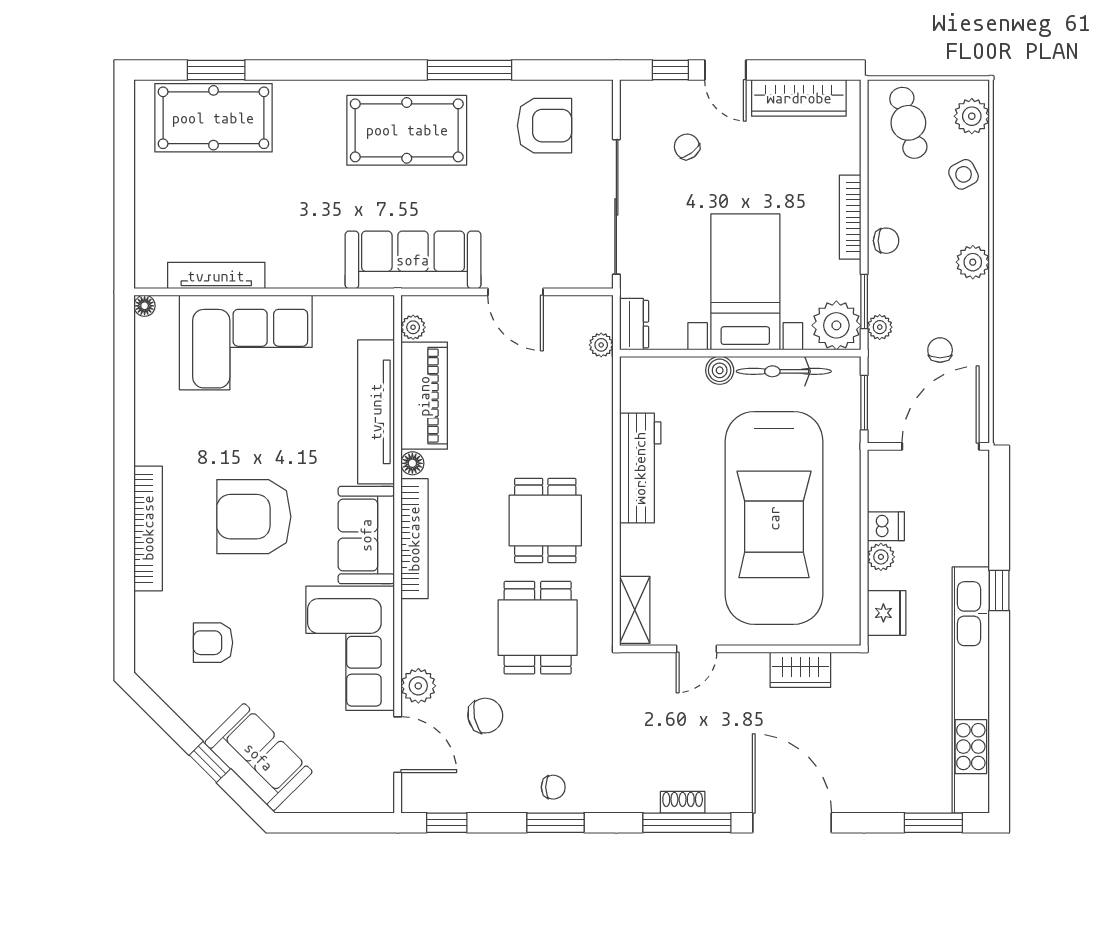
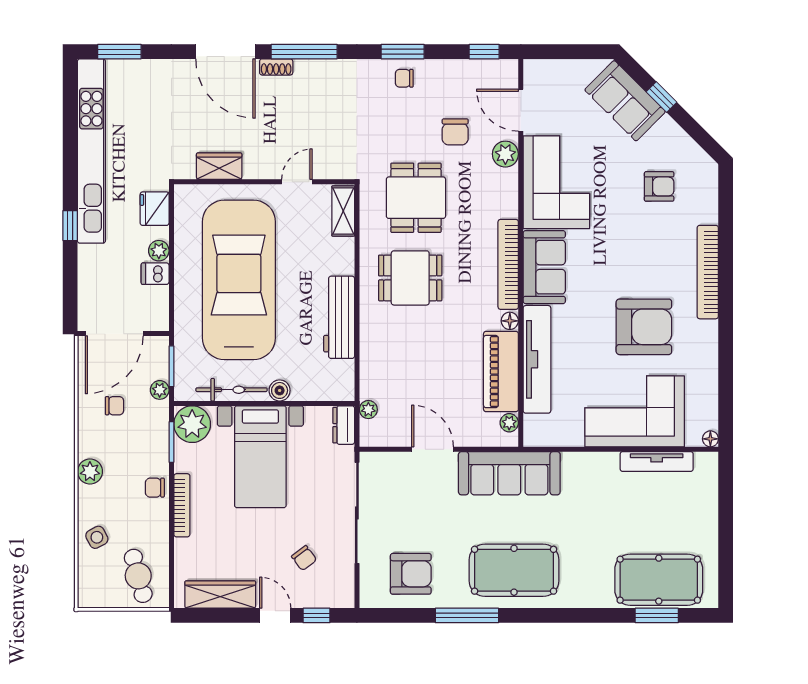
plant: (972, 116) -> (91, 581), removed
armchair: (545, 126) -> (411, 574), turned 180
plant: (880, 327) -> (160, 390), moved
chair: (940, 350) -> (114, 406), turned -90
armchair: (254, 517) -> (644, 327), moved
dining table: (545, 521) -> (410, 278), turned 90
chair: (485, 716) -> (455, 132), turned -78
shoe rack: (683, 802) -> (276, 67), moved

